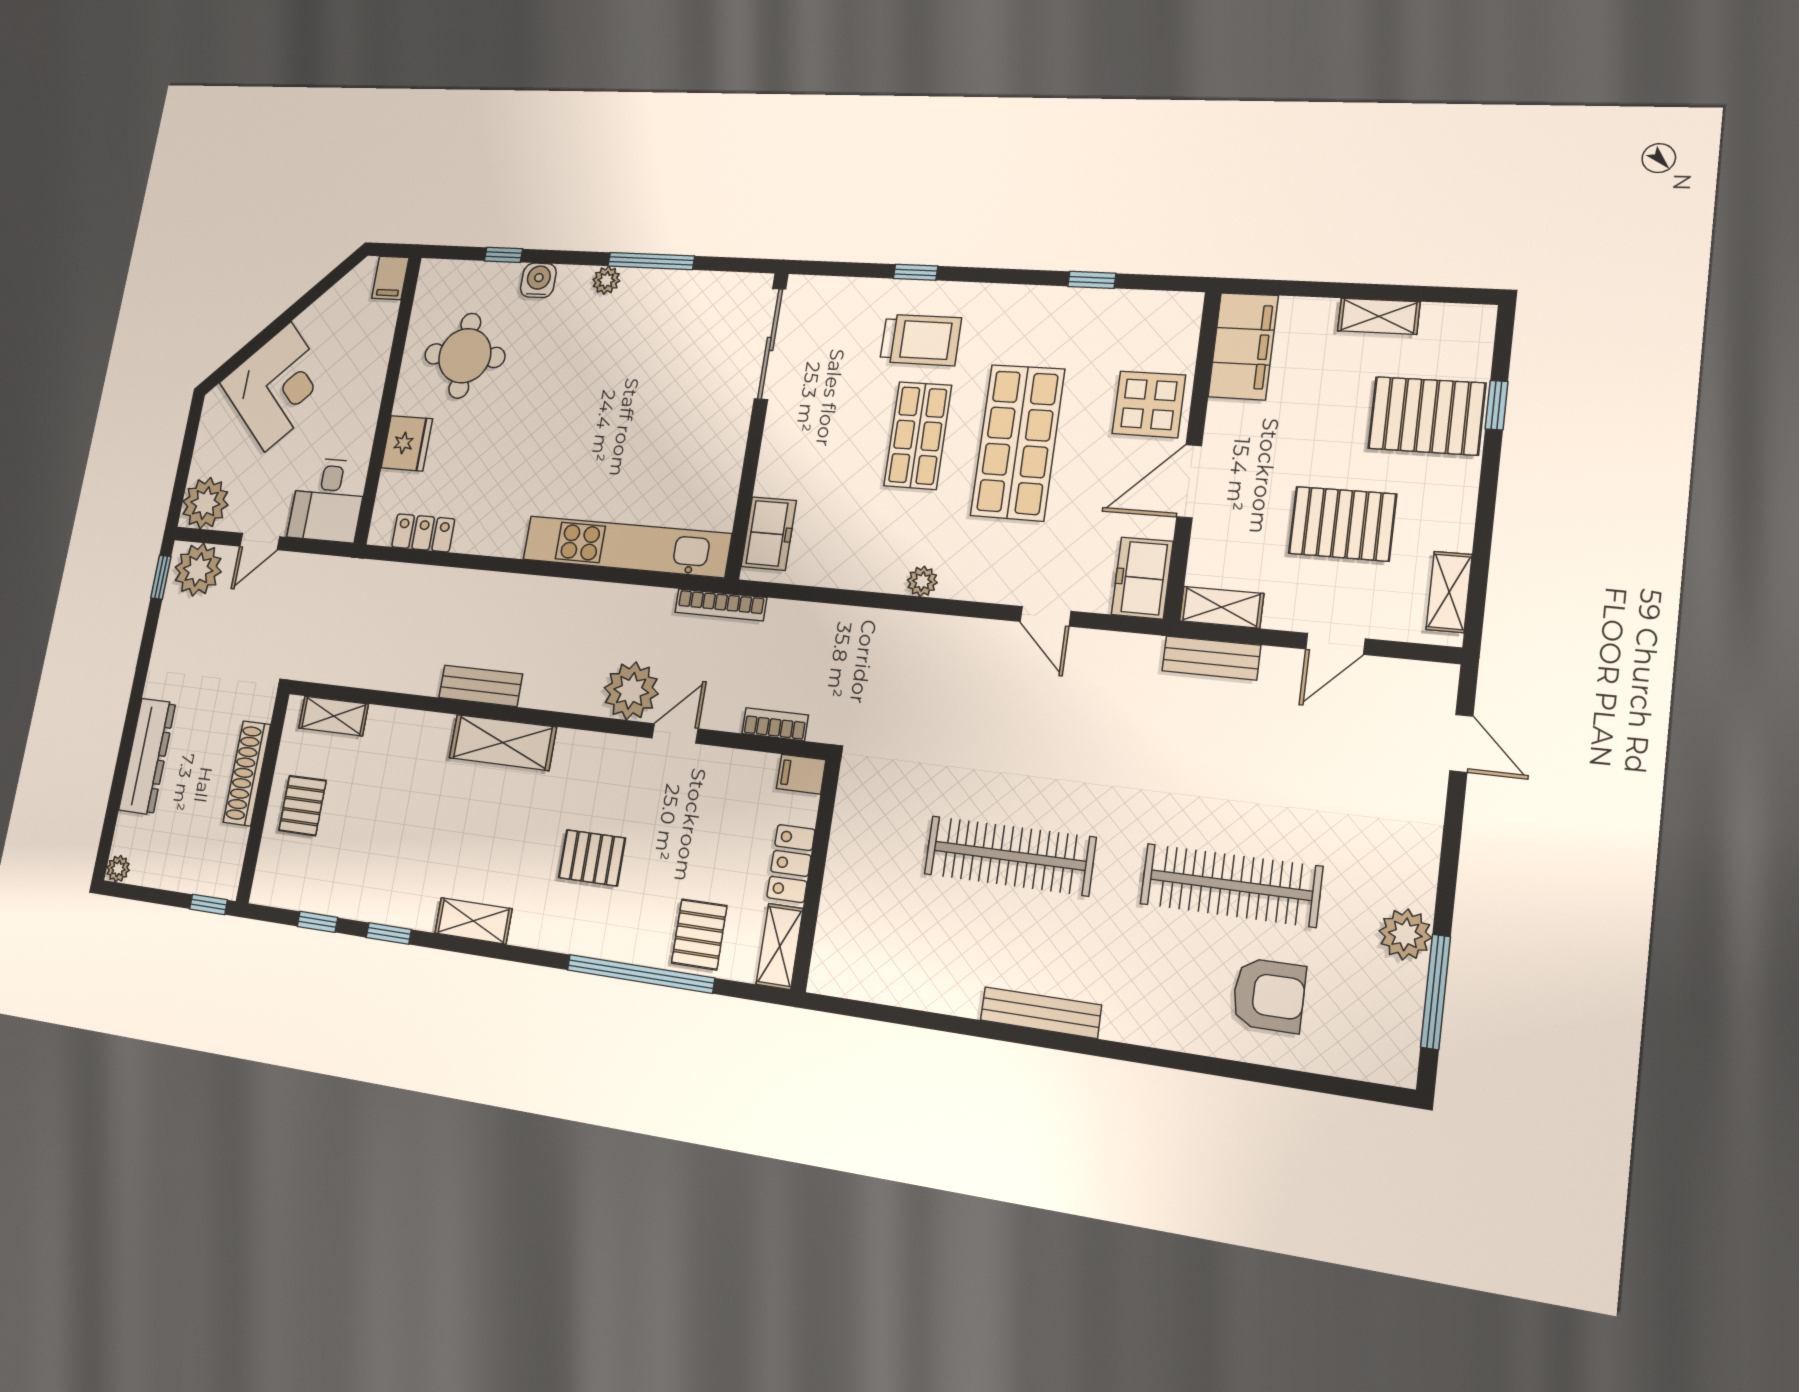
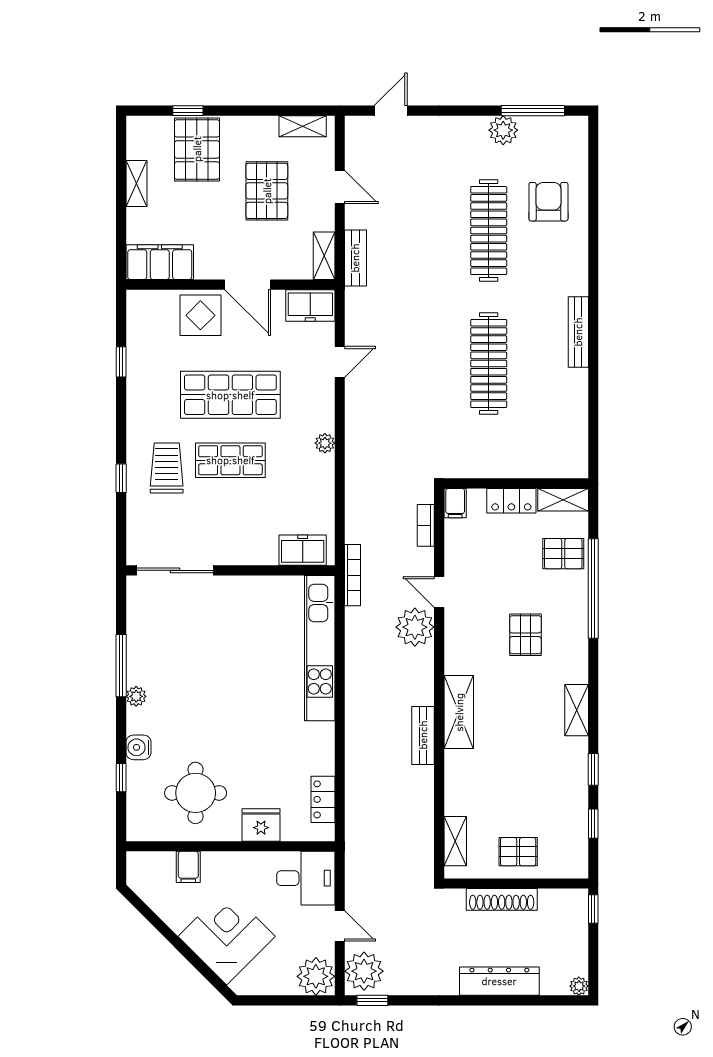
filing cabinet: (390, 278) -> (188, 867), moved, turned 90

